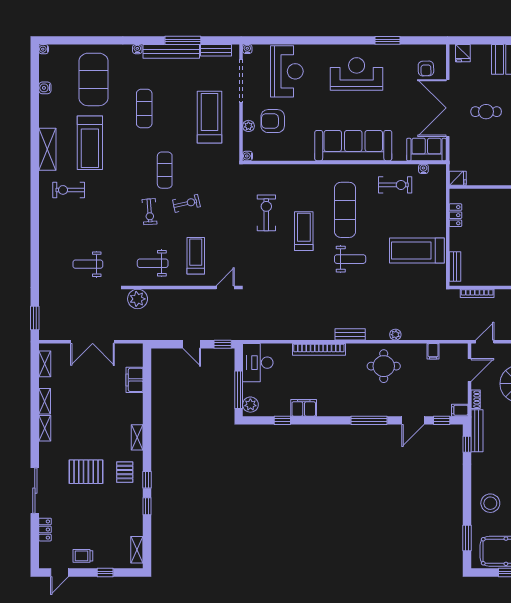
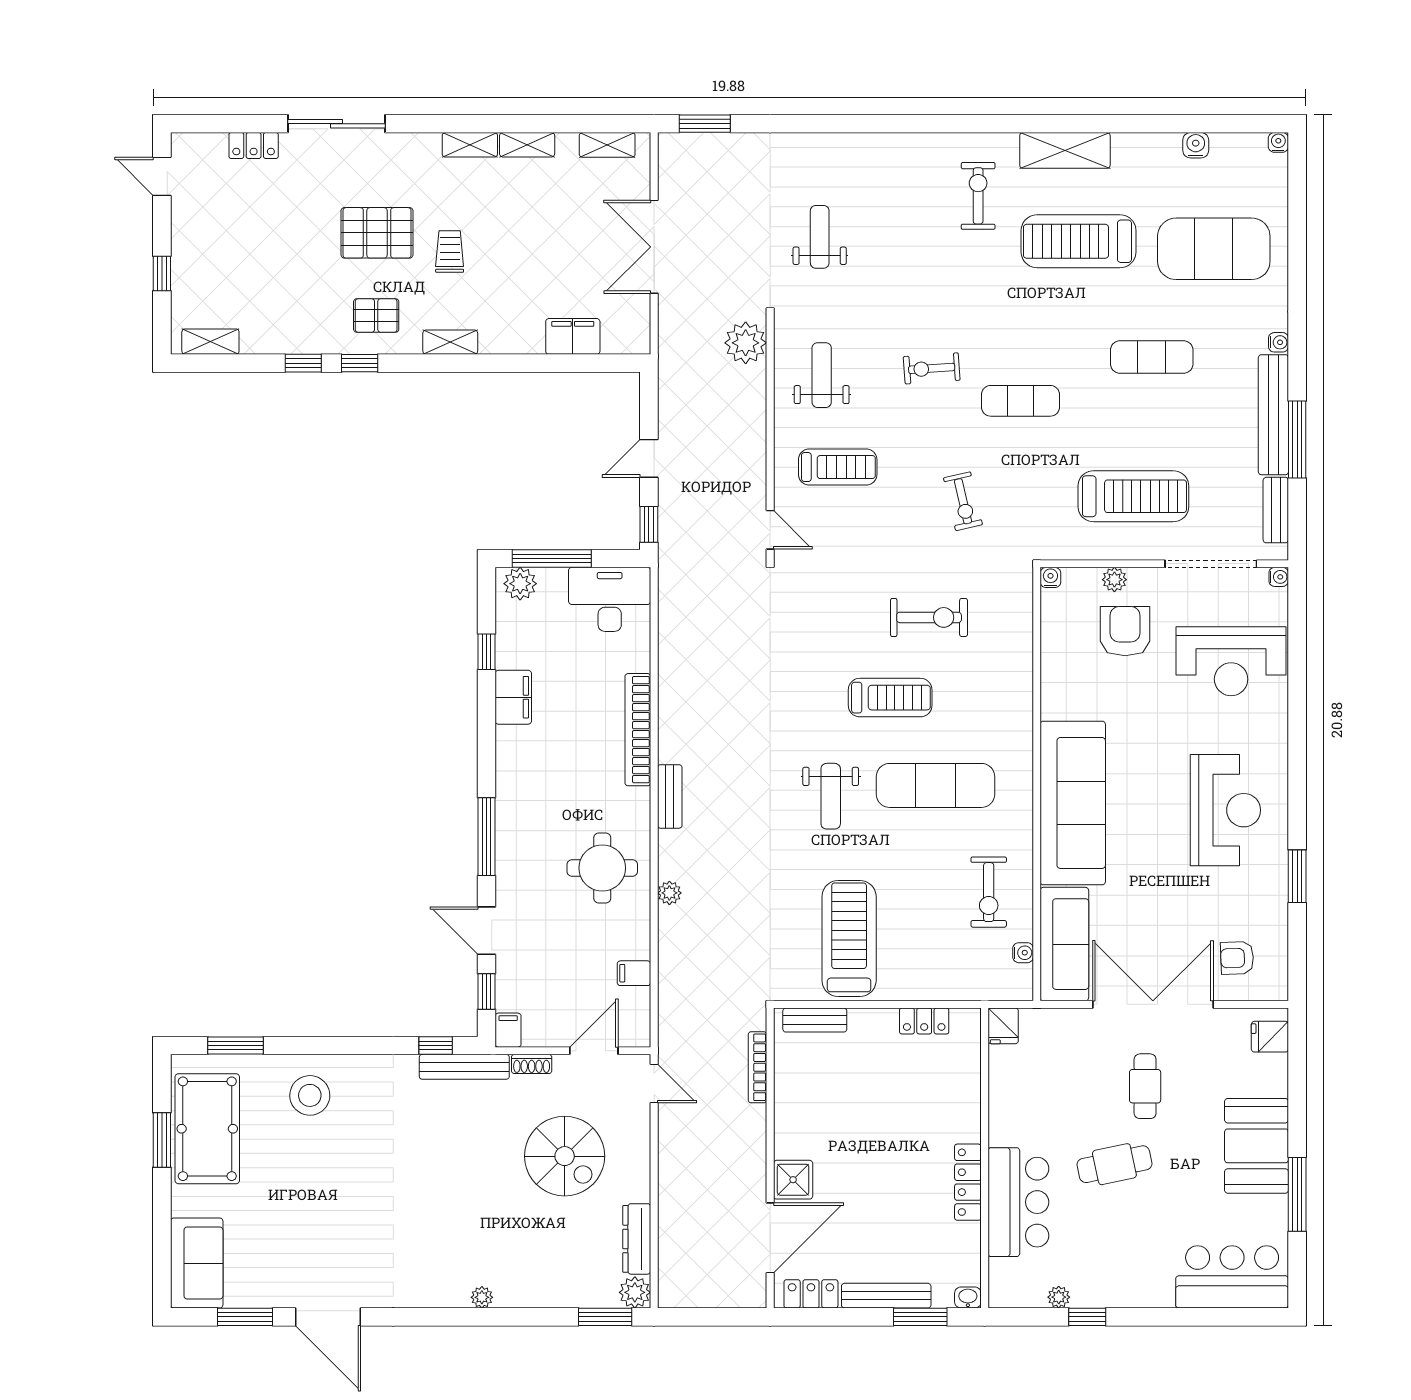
sofa: (426, 149) -> (1064, 944), width x1.36
exercise bike: (186, 203) -> (963, 501), moved
door: (469, 370) -> (594, 1051), swing flipped
pallet: (86, 472) -> (377, 233), turned 90
trolley: (83, 556) -> (450, 252), moved

